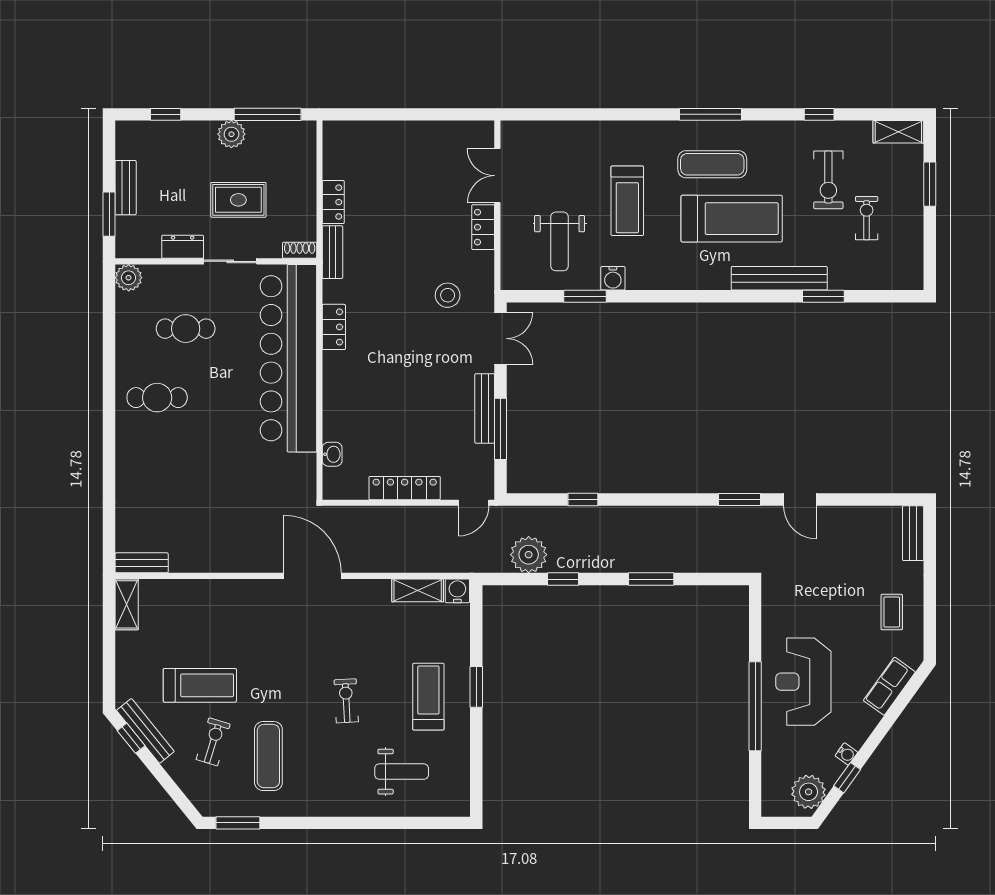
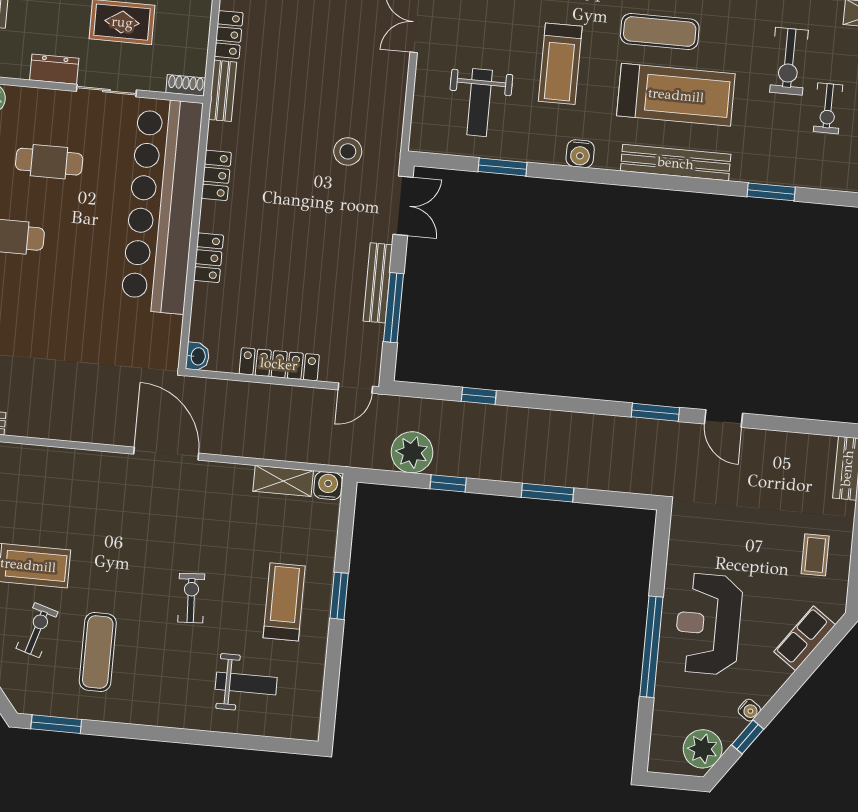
exercise bike: (867, 218) -> (828, 108), turned 180
locker: (483, 227) -> (208, 258), moved, turned 180
water cooler: (613, 278) -> (580, 154), moved
bench: (779, 278) -> (676, 163), moved
washbasin: (332, 454) -> (198, 356), moved

